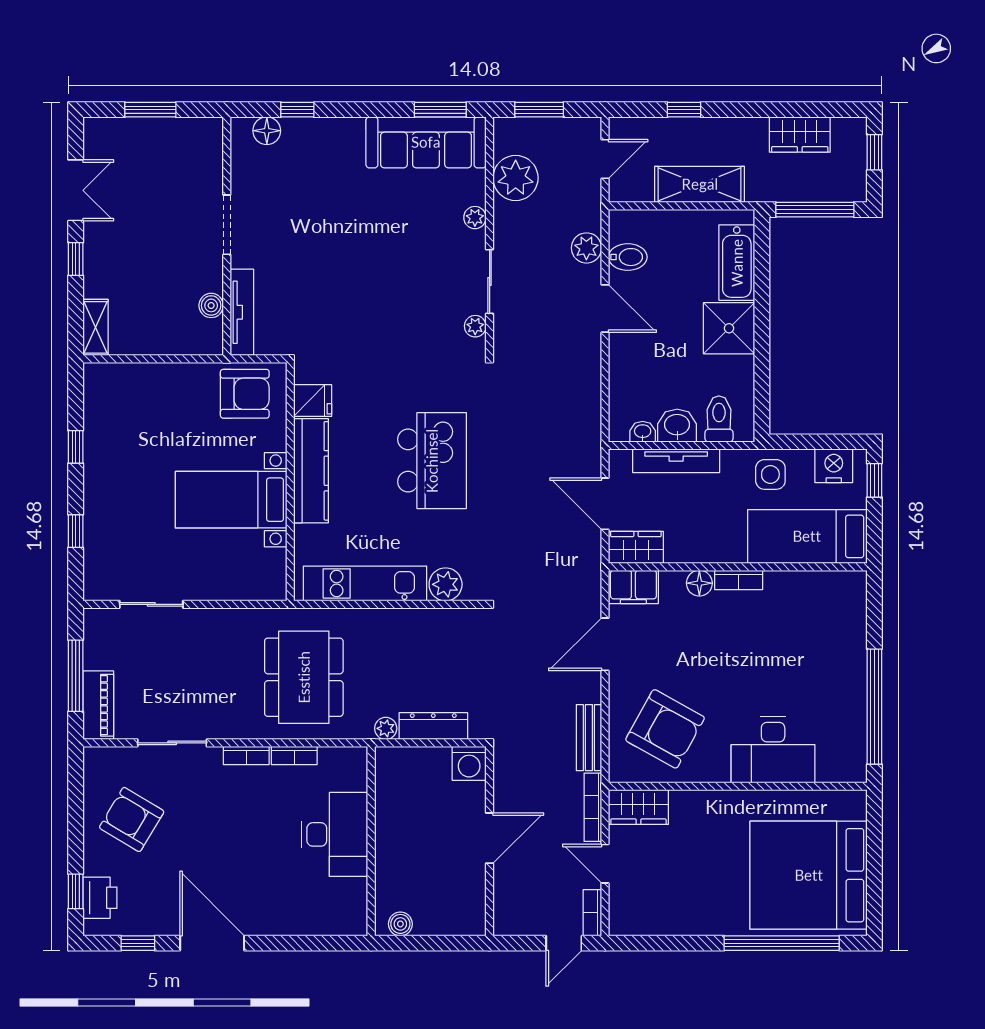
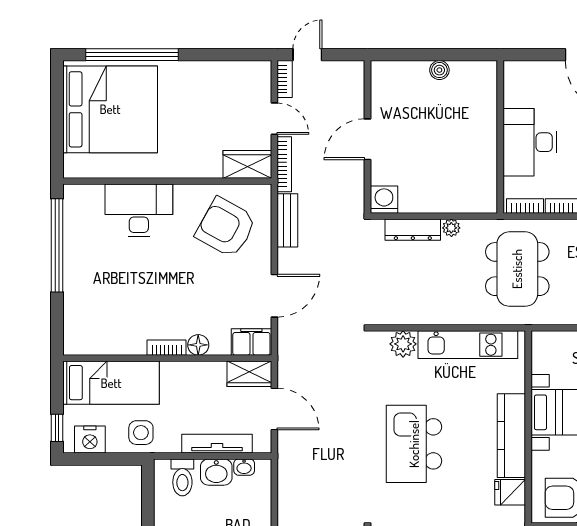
desk: (335, 834) -> (530, 142), moved
wall: (371, 841) -> (500, 137), moved

